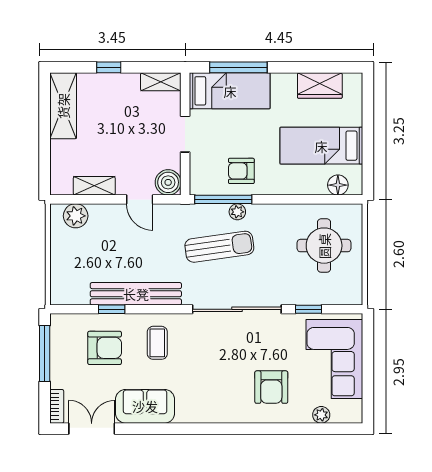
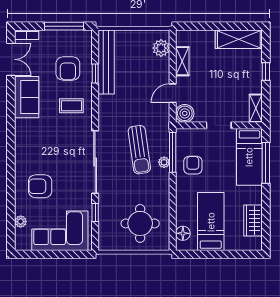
bench: (136, 294) -> (106, 62), moved

